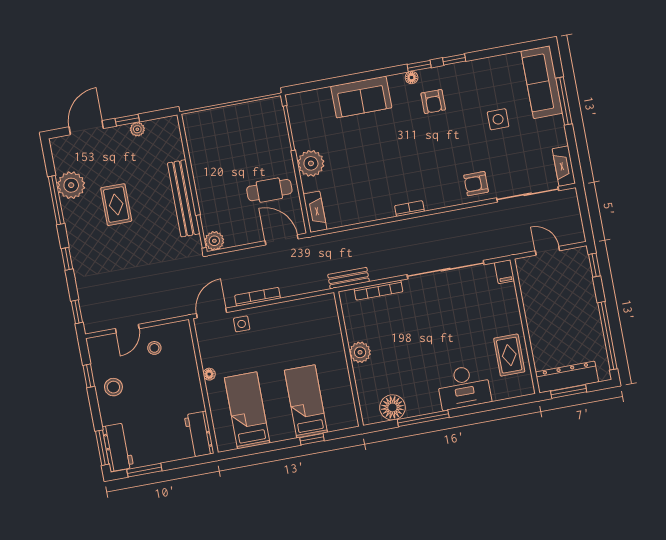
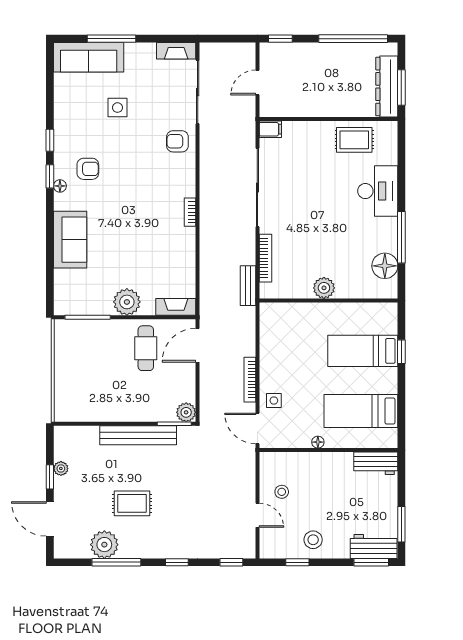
armchair: (476, 184) -> (177, 141), turned 90

